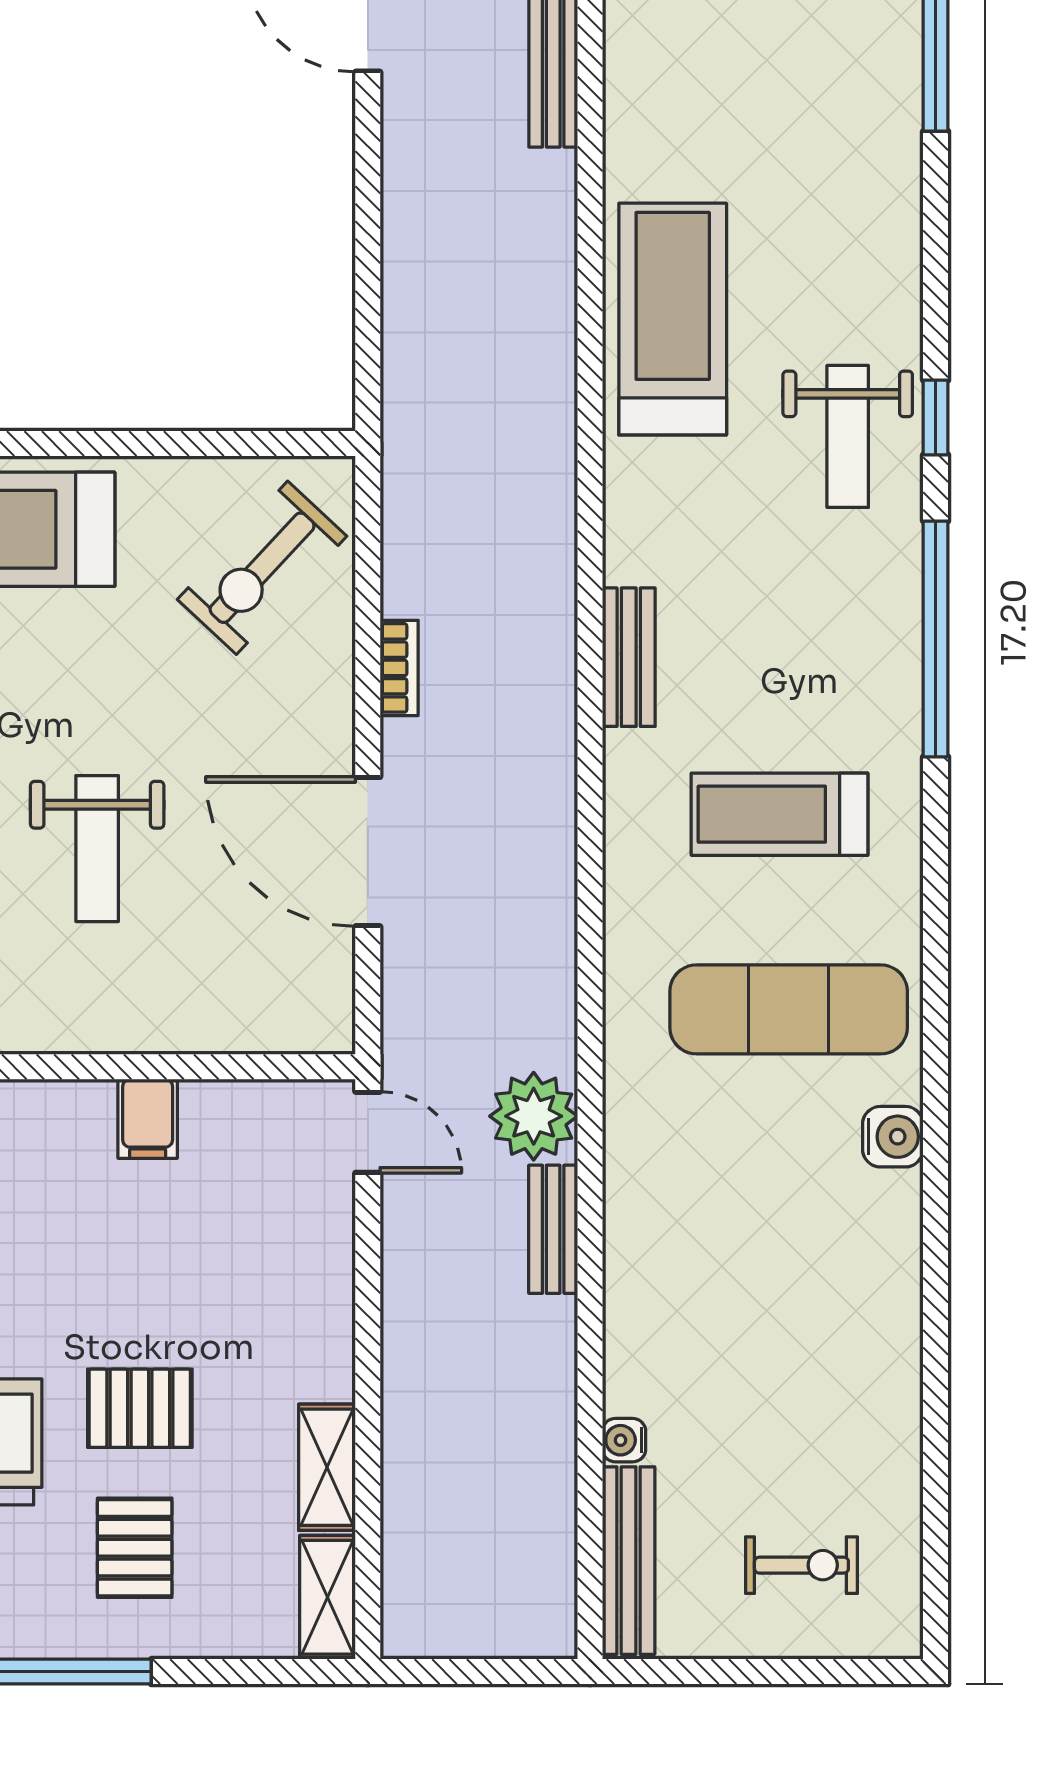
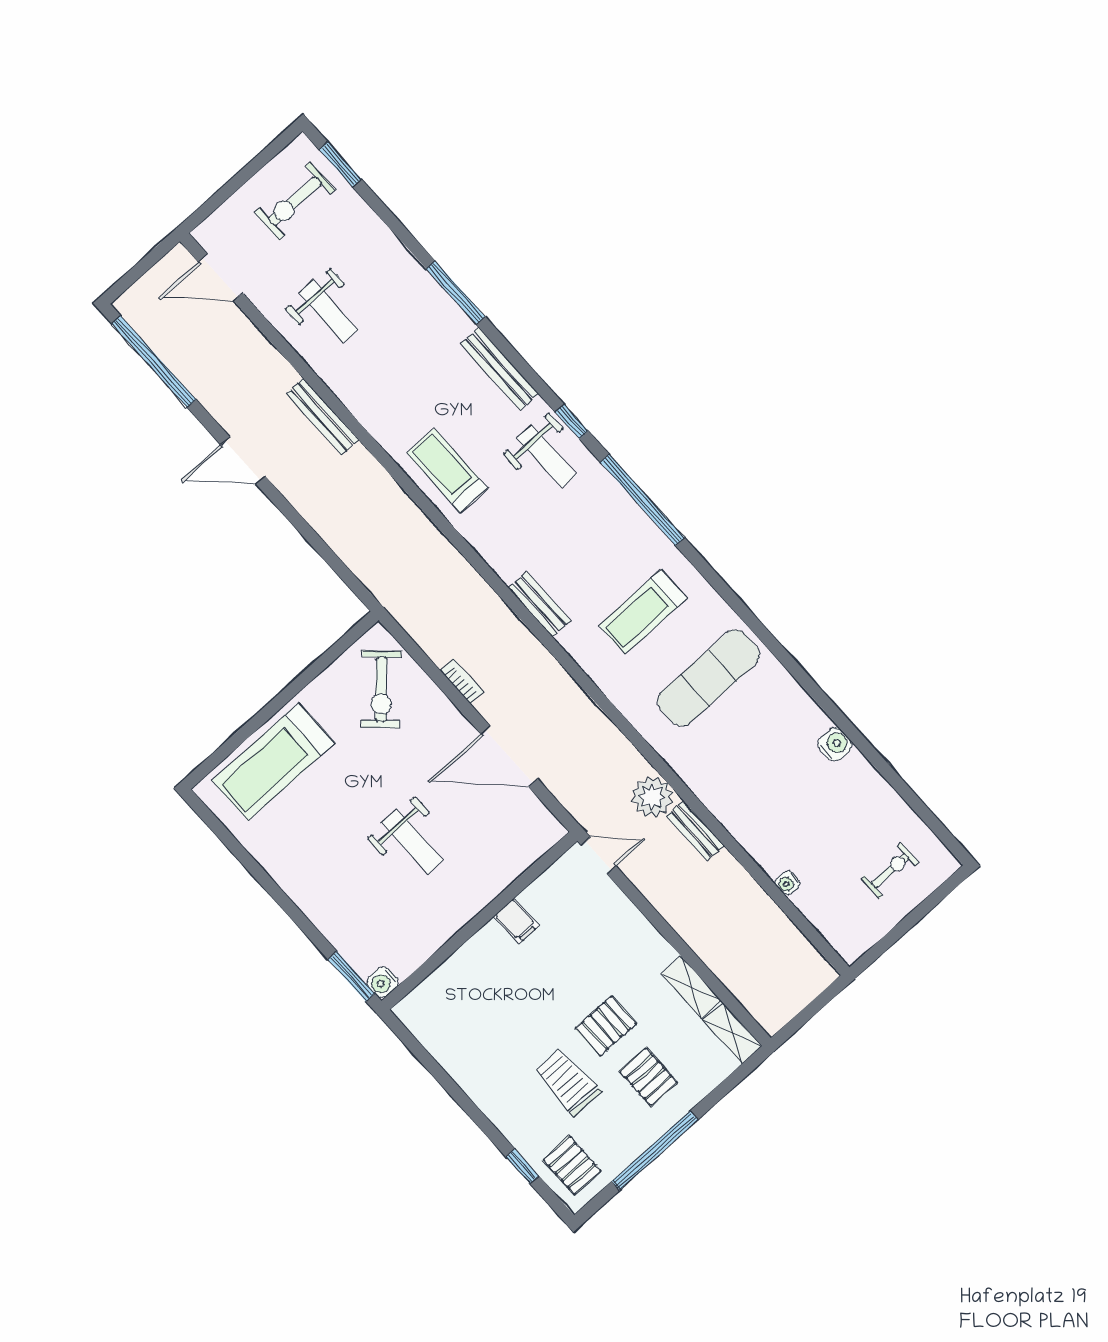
treadmill: (673, 319) -> (447, 470), width x0.73, depth x0.73
water cooler: (893, 1137) -> (835, 744), moved
bench: (629, 1561) -> (499, 369), moved

